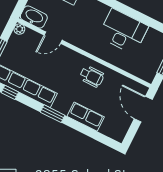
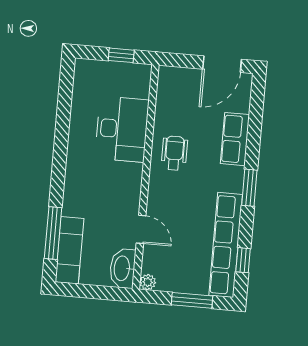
desk: (123, 31) -> (122, 129), moved, turned 180
door: (143, 109) -> (222, 64), moved

